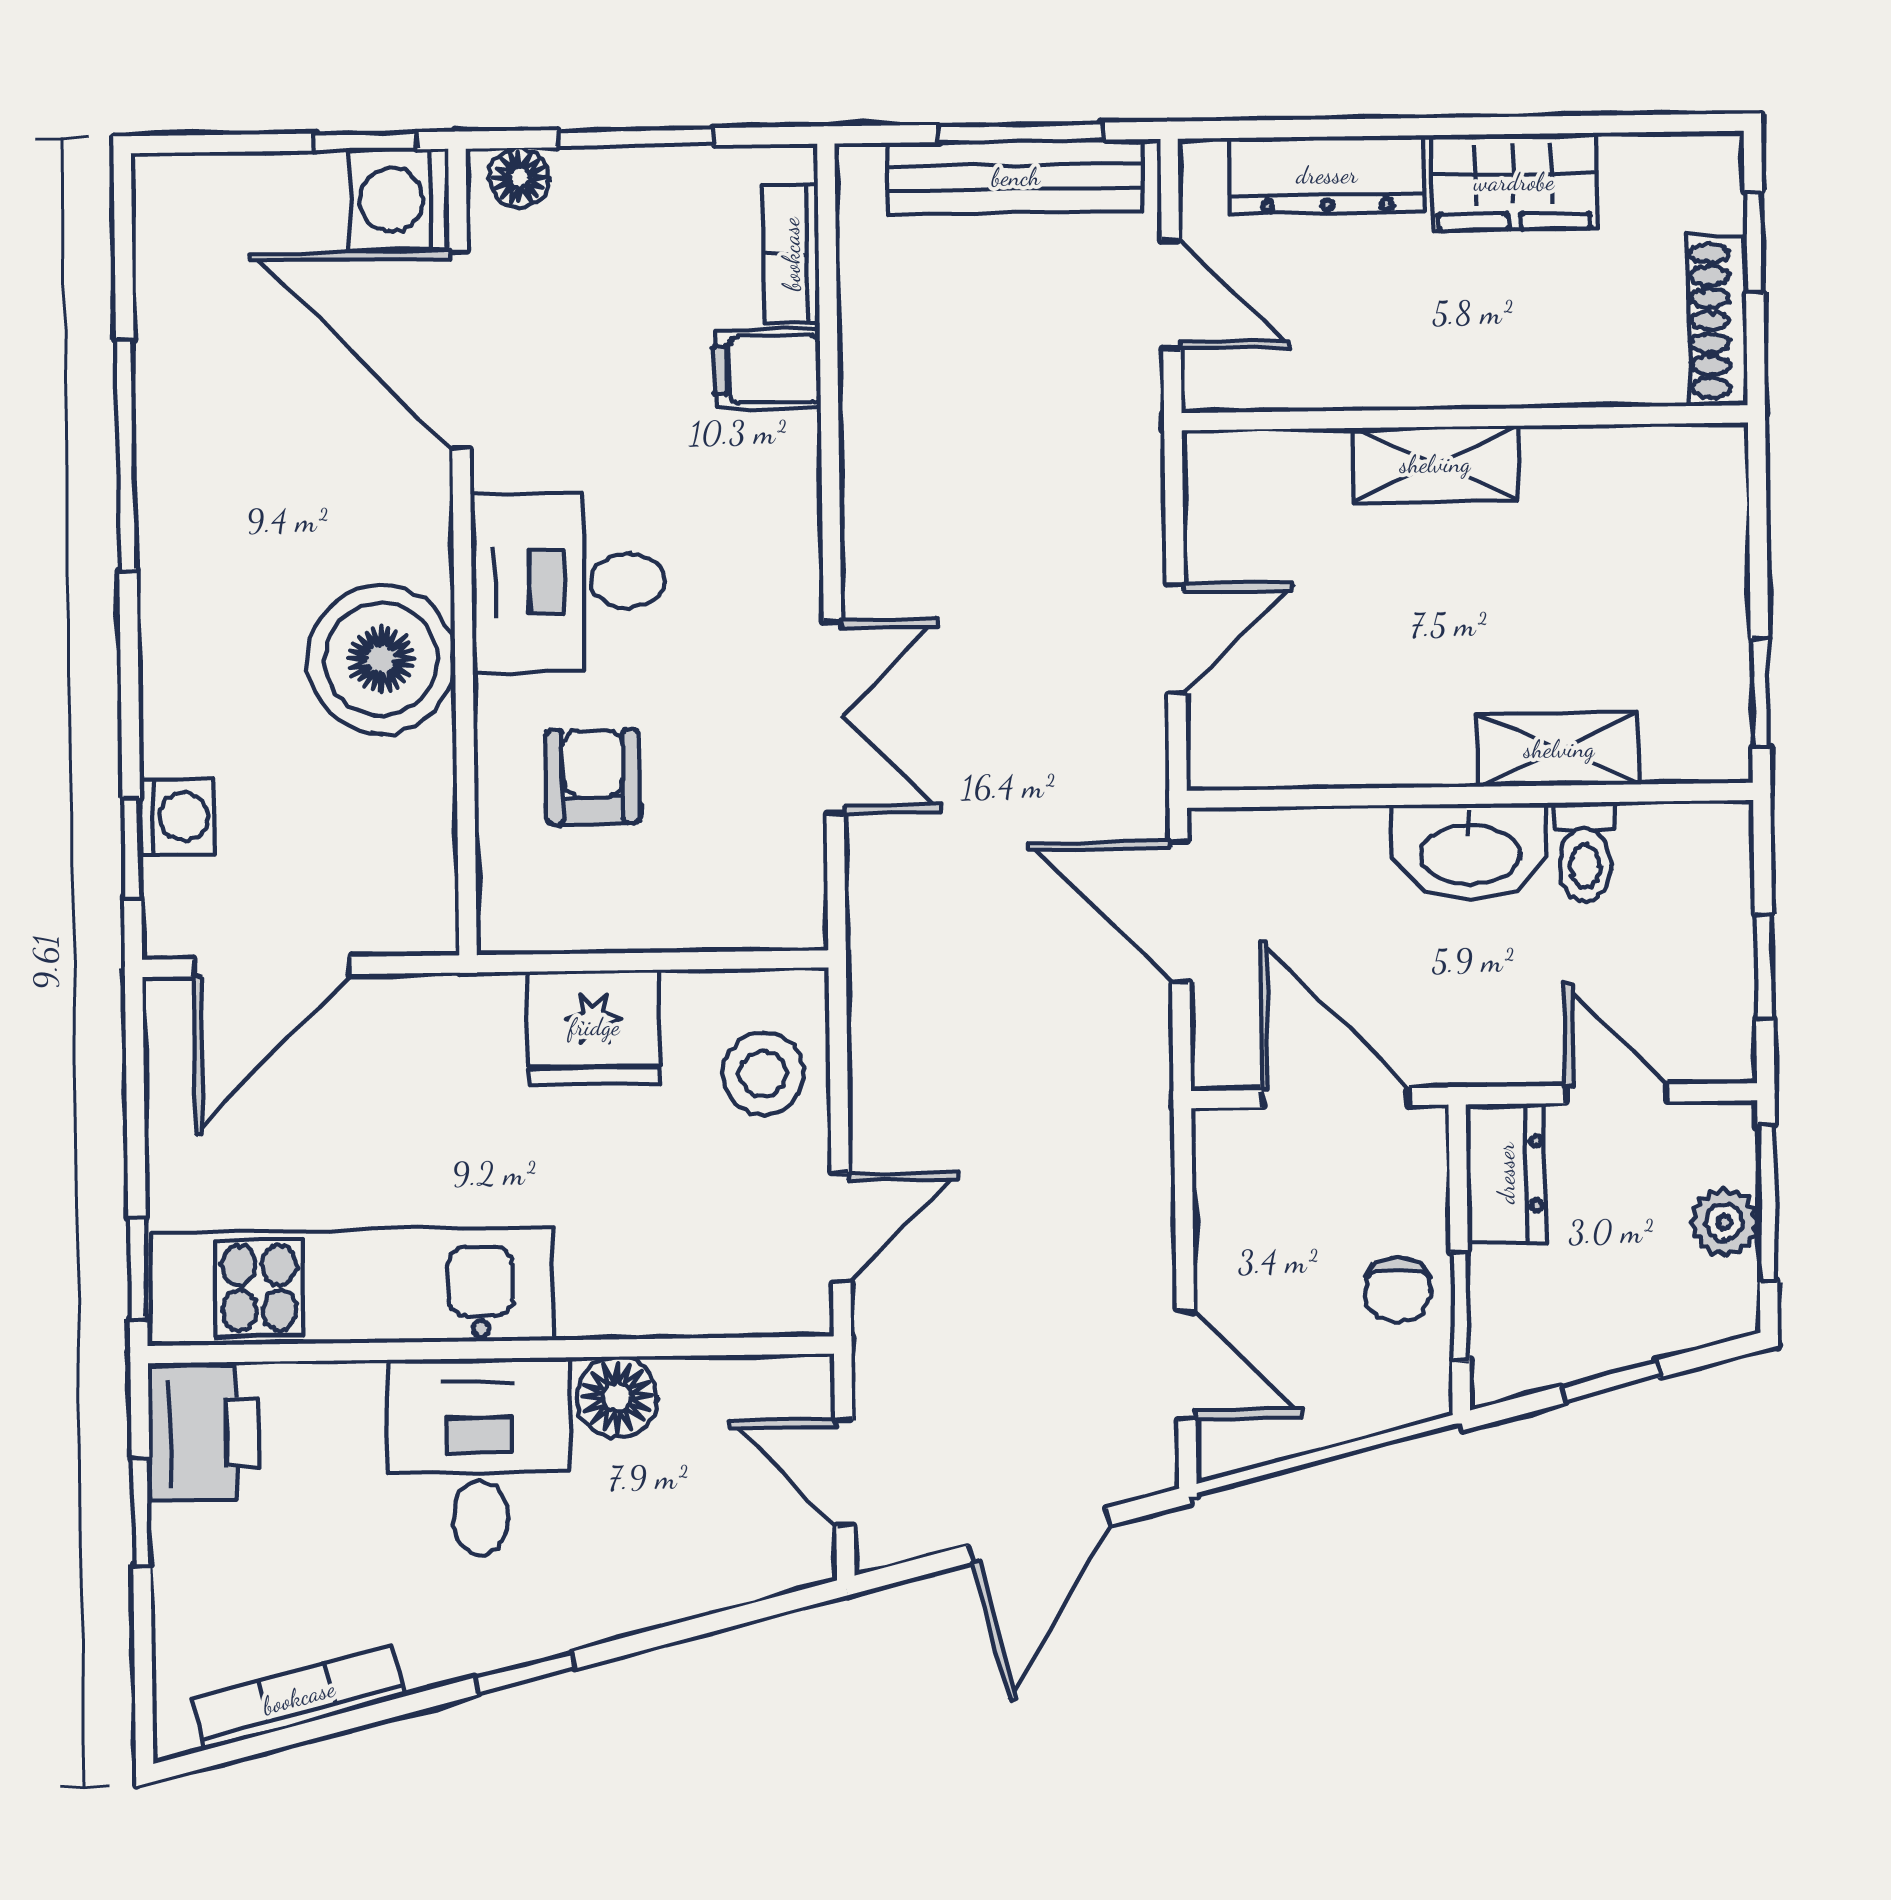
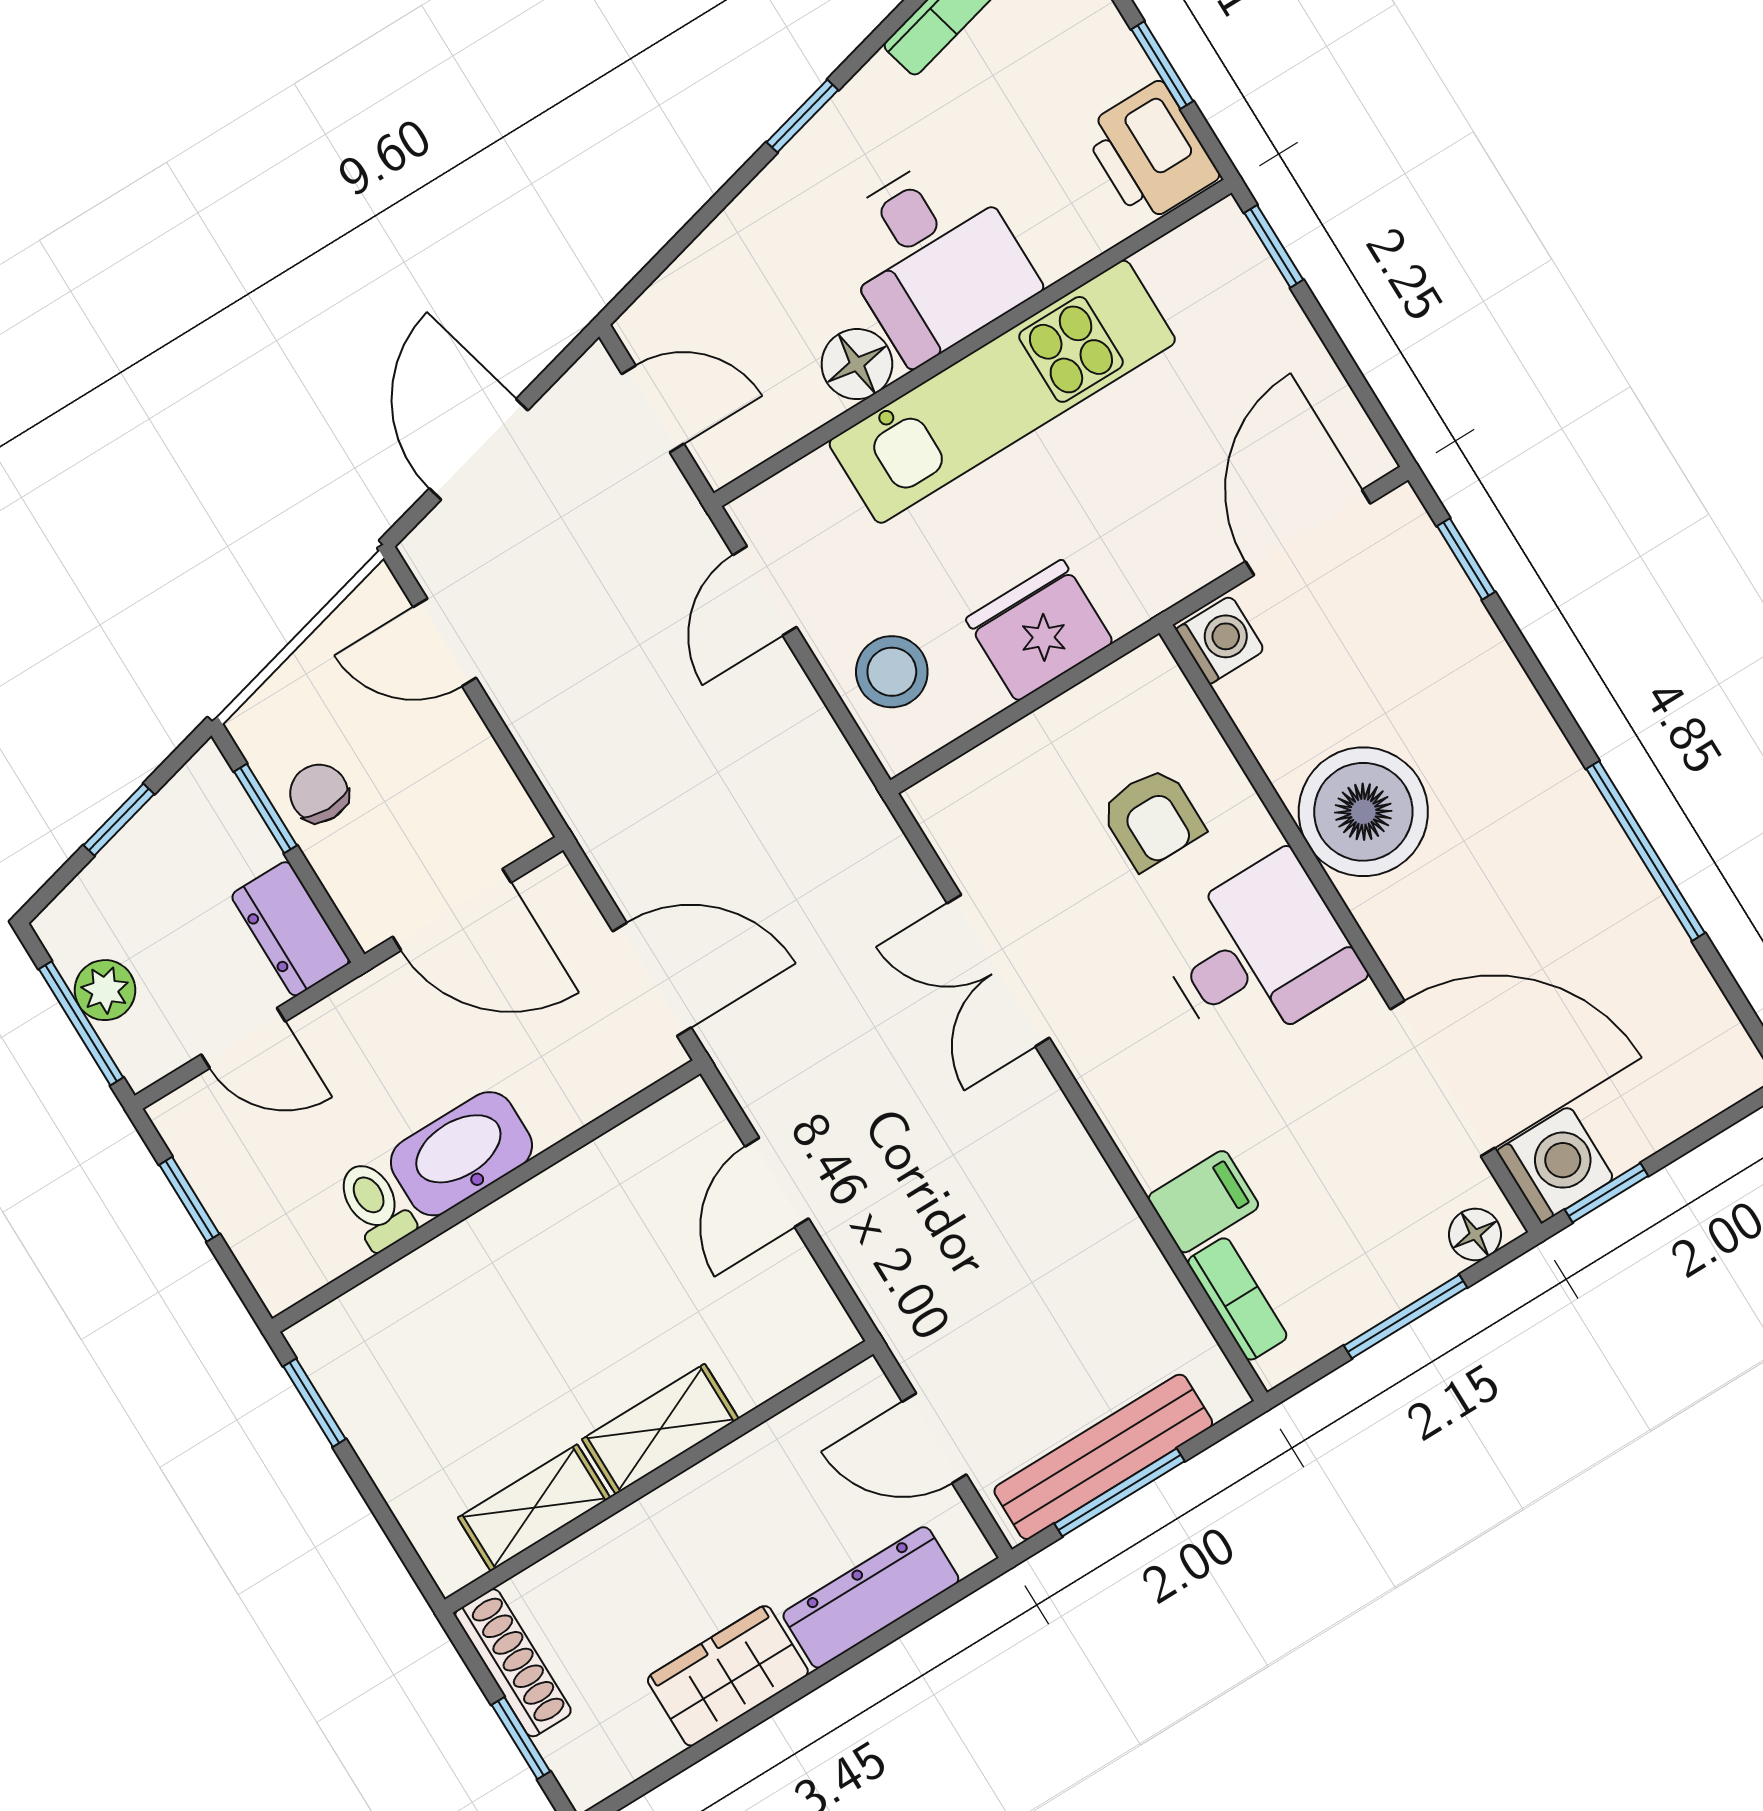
shelving: (1559, 749) -> (534, 1508), moved
washing machine: (178, 817) -> (1220, 640), moved, turned 180
kitchen unit: (352, 1286) -> (1002, 392), moved

